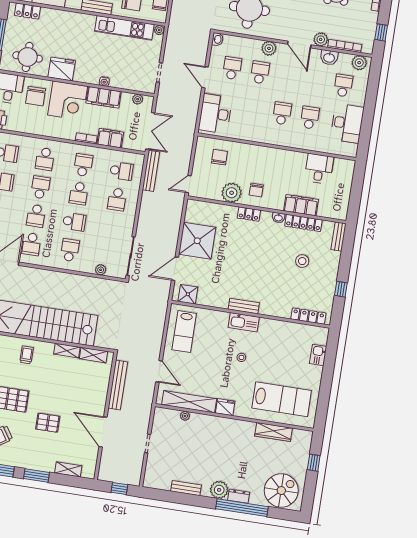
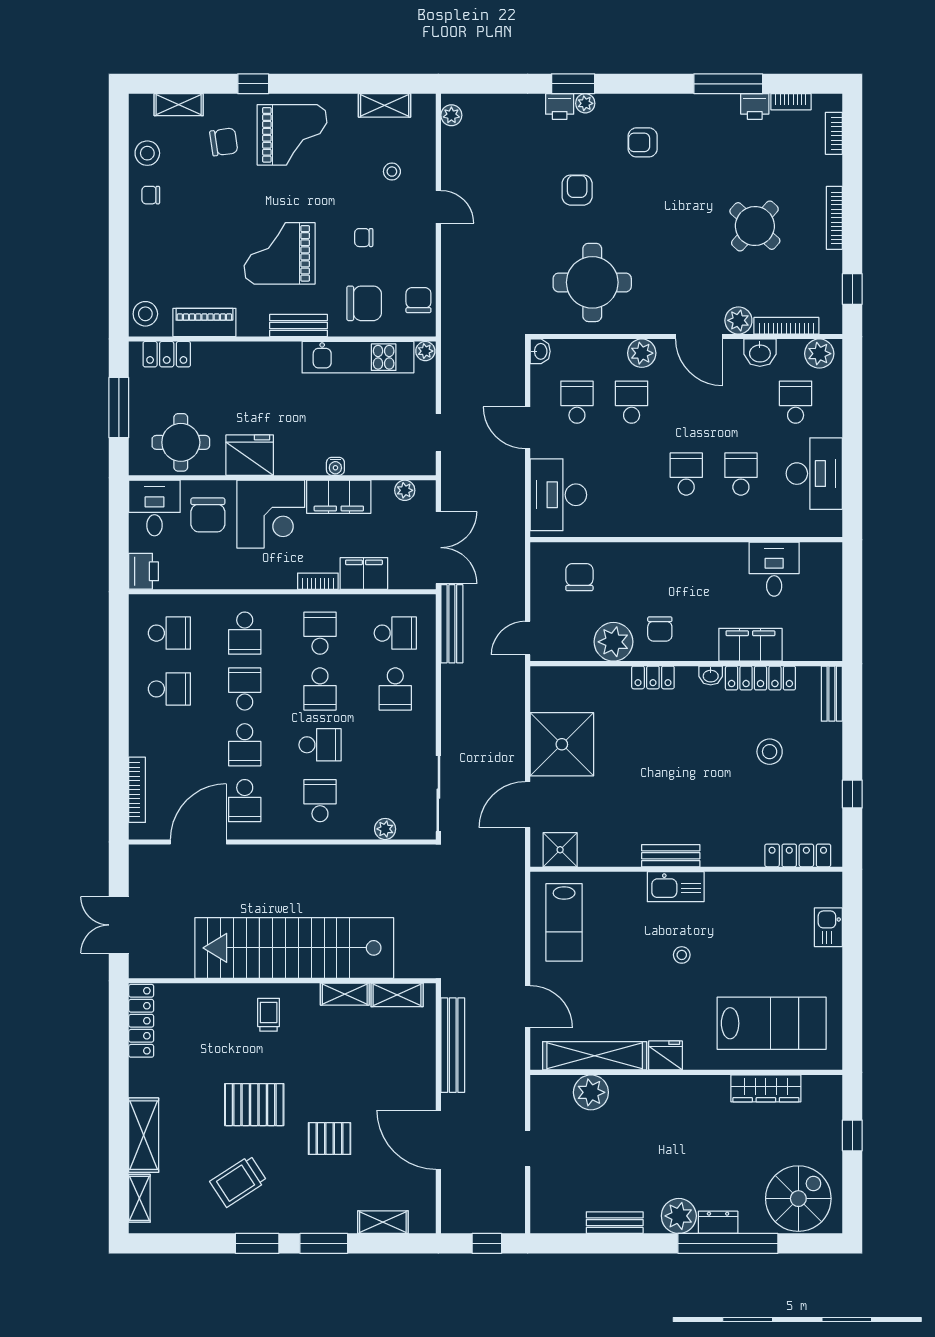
plant: (185, 416) -> (591, 1092), width x1.87, depth x1.87

